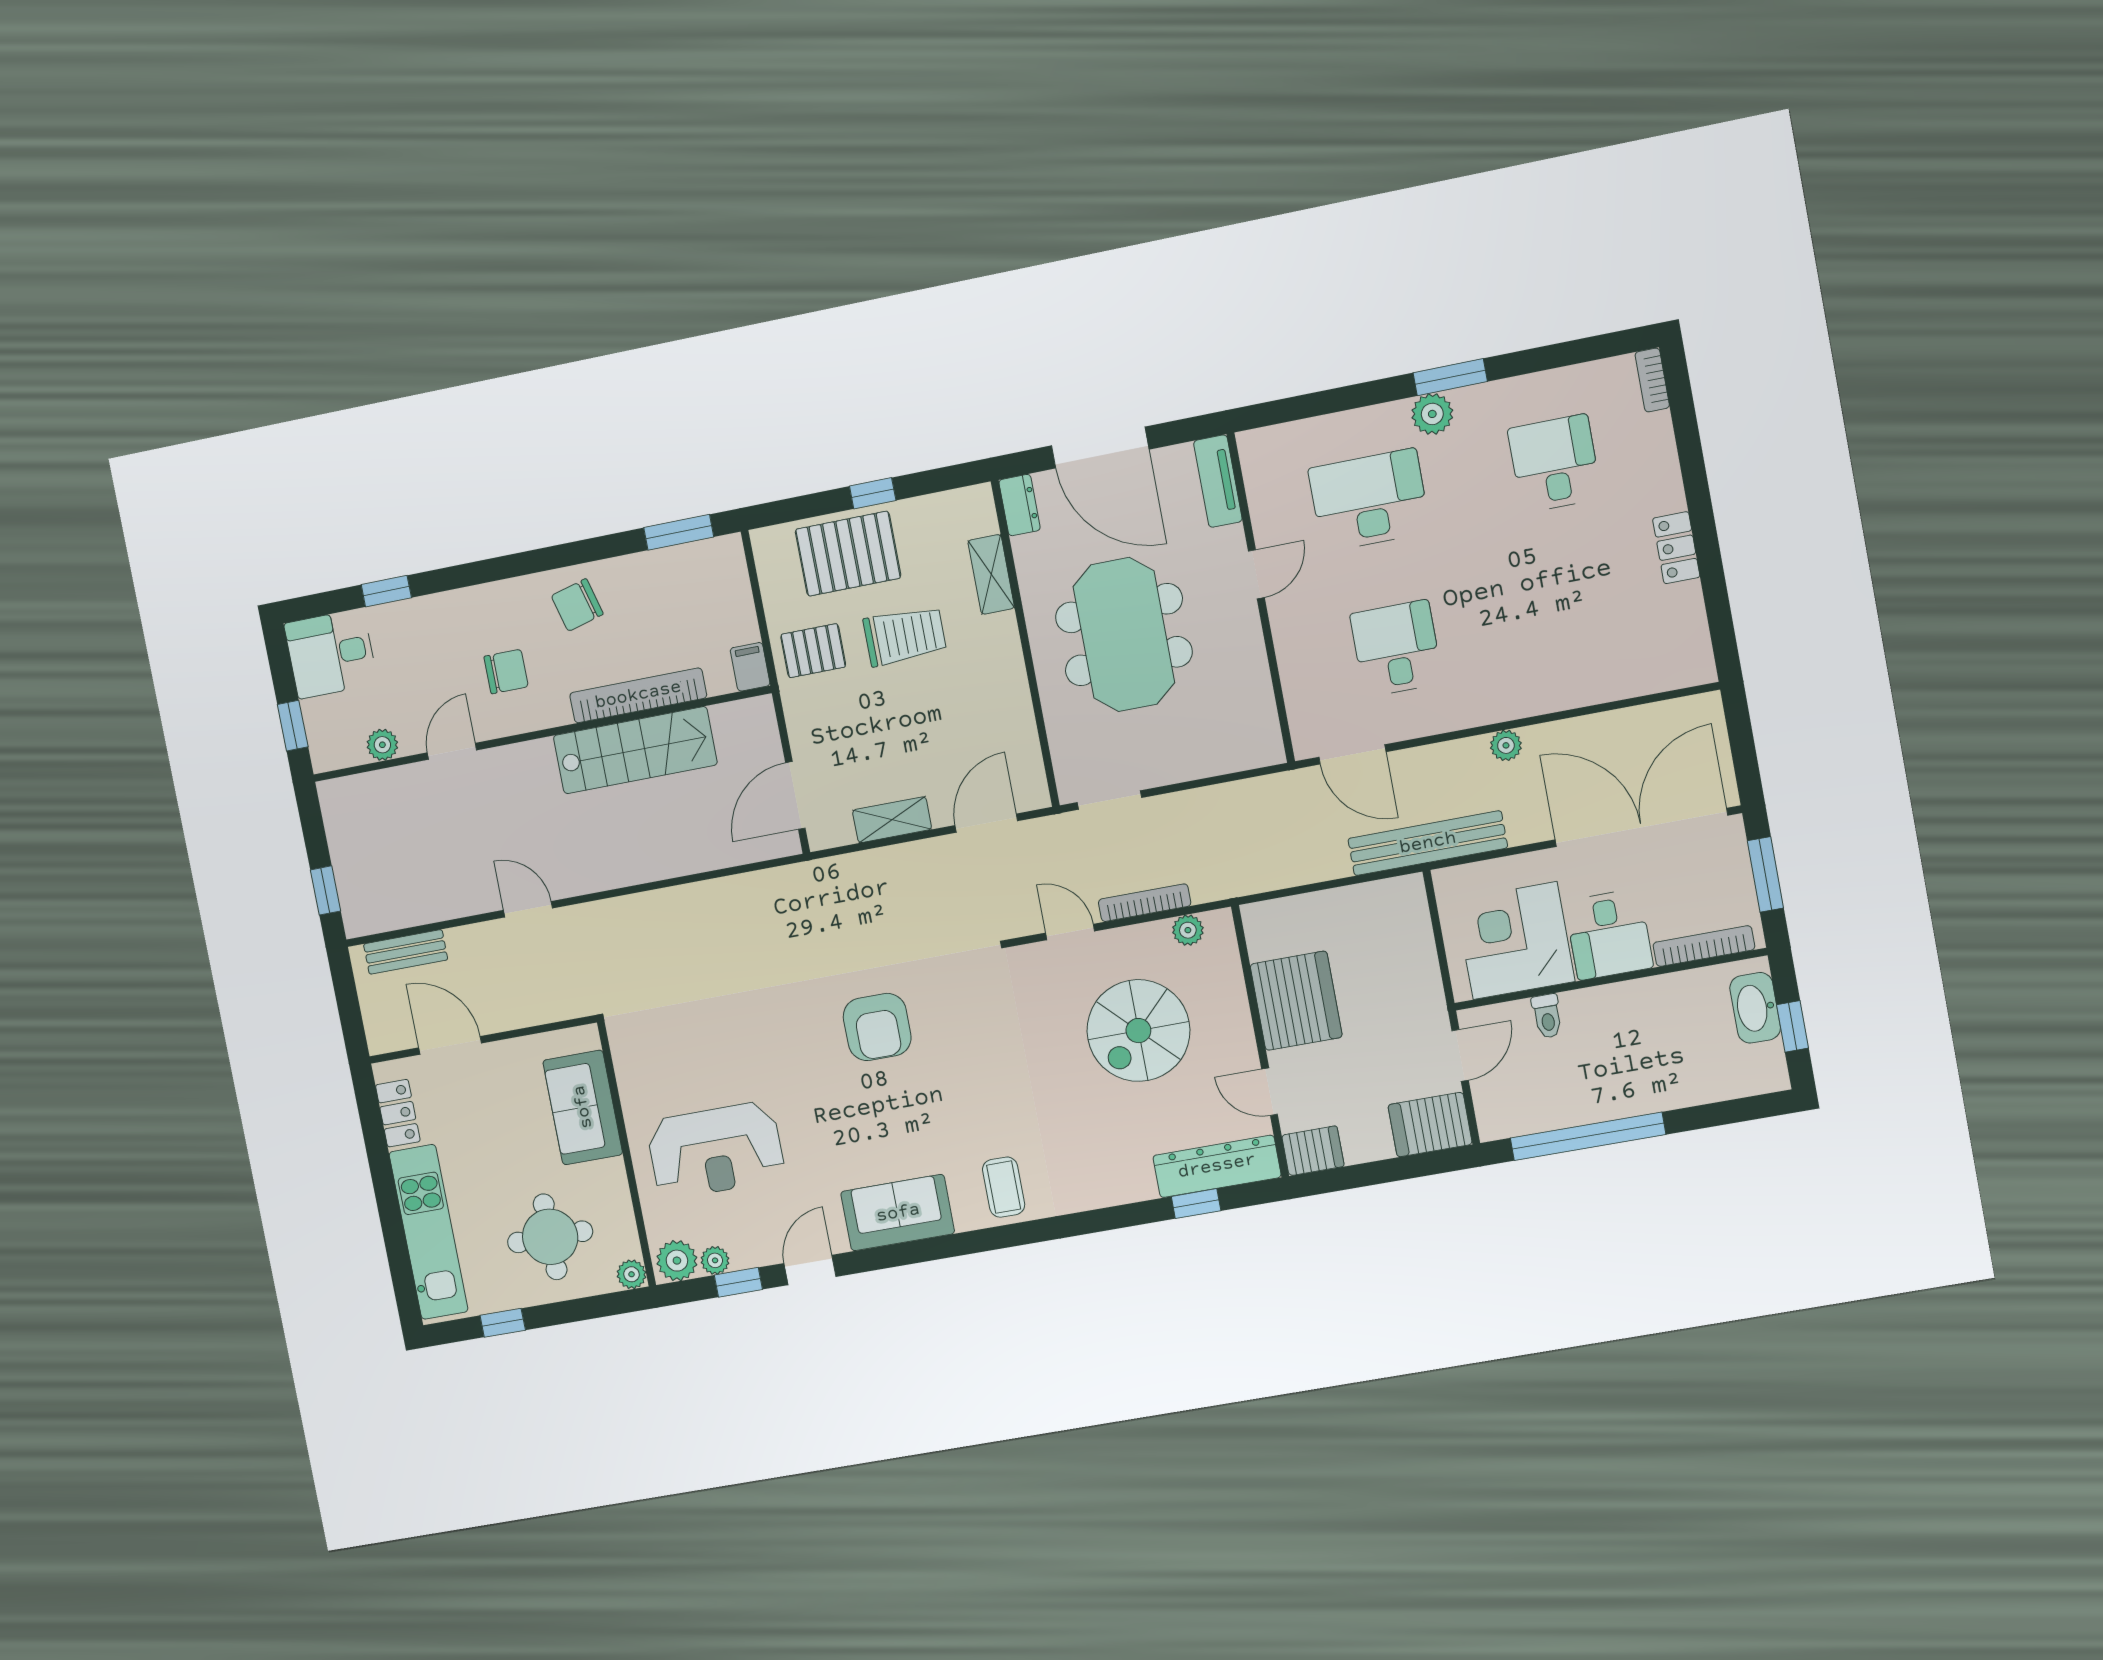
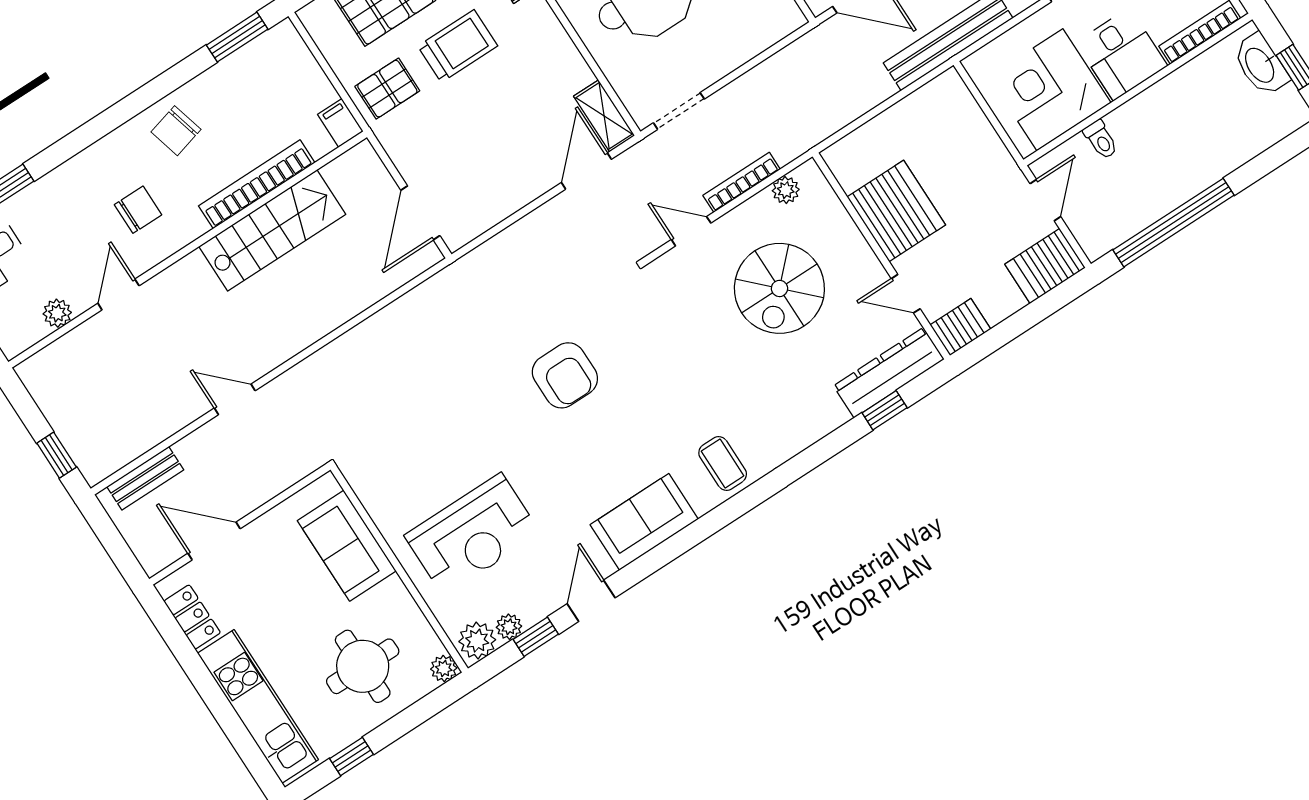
shelving: (892, 820) -> (604, 116), moved, turned 90

